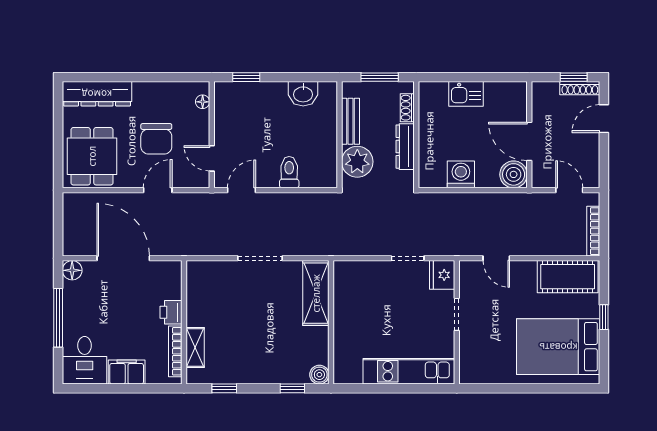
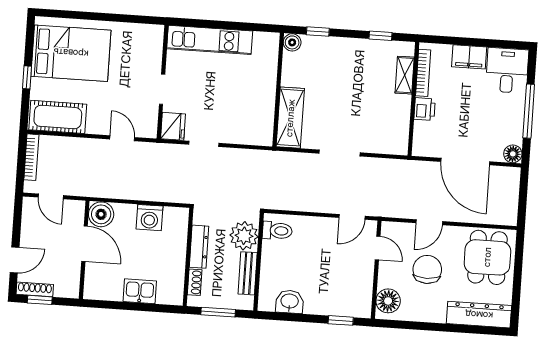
floor lamp: (203, 102) -> (388, 301), width x1.89, depth x1.89
toilet: (289, 172) -> (277, 231), moved, turned -90

